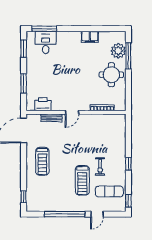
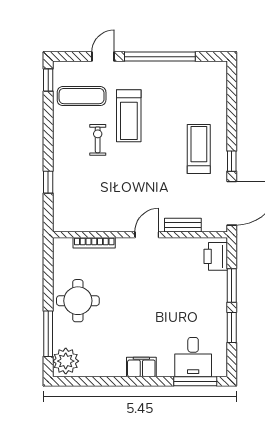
filing cabinet: (90, 37) -> (141, 367), moved
window: (24, 49) -> (232, 328), moved
plant: (118, 51) -> (66, 361), moved
printer: (43, 104) -> (216, 256), moved, turned 90
window: (128, 164) -> (48, 182), moved
treadmill: (82, 180) -> (129, 116), turned 180
window: (24, 197) -> (232, 161), moved

